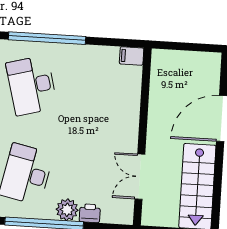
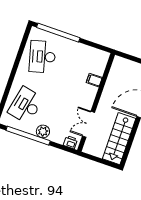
filing cabinet: (132, 56) -> (94, 80), moved
printer: (90, 213) -> (70, 142), moved

